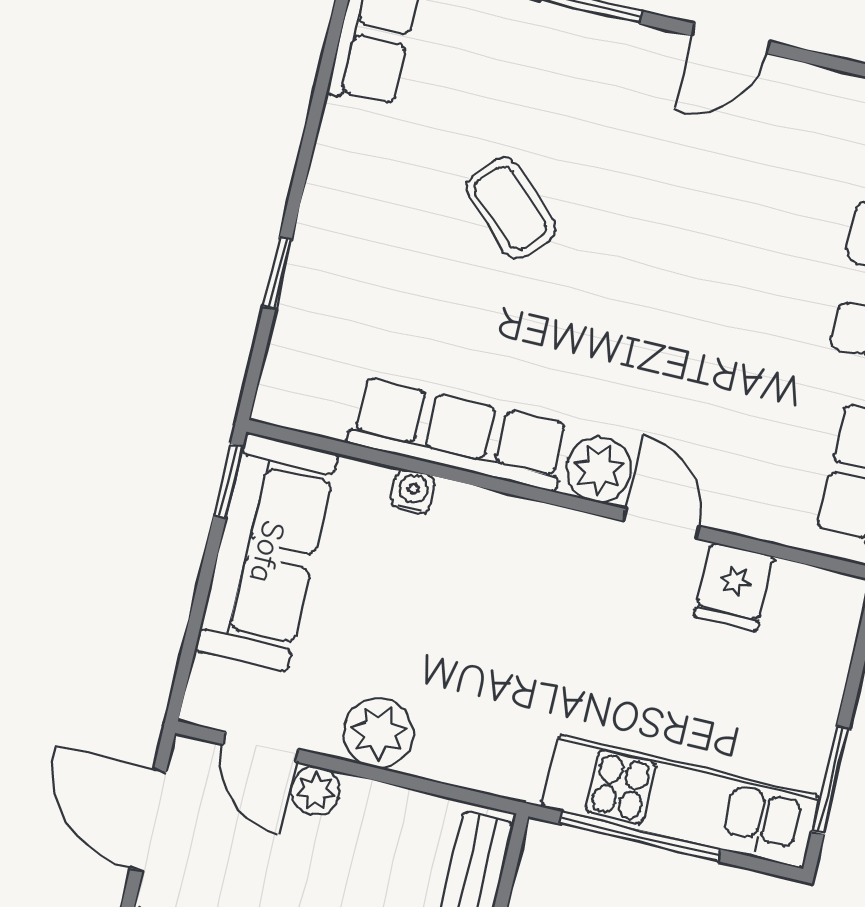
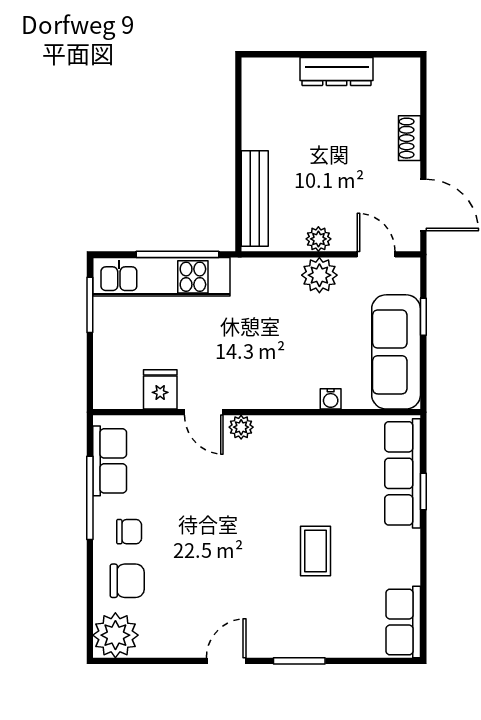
coffee table: (510, 208) -> (315, 551), turned 46
row of seats: (459, 434) -> (403, 473), moved, turned 90
plant: (599, 469) -> (241, 427), width x0.73, depth x0.73
window: (228, 481) -> (423, 317), moved
plant: (315, 791) -> (318, 239), moved

